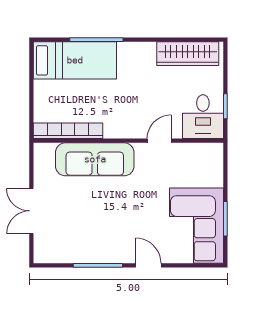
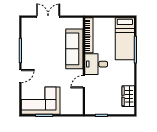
wardrobe: (188, 54) -> (128, 96), width x0.67
desk: (203, 117) -> (96, 64), moved
door: (159, 141) -> (84, 82), swing flipped

